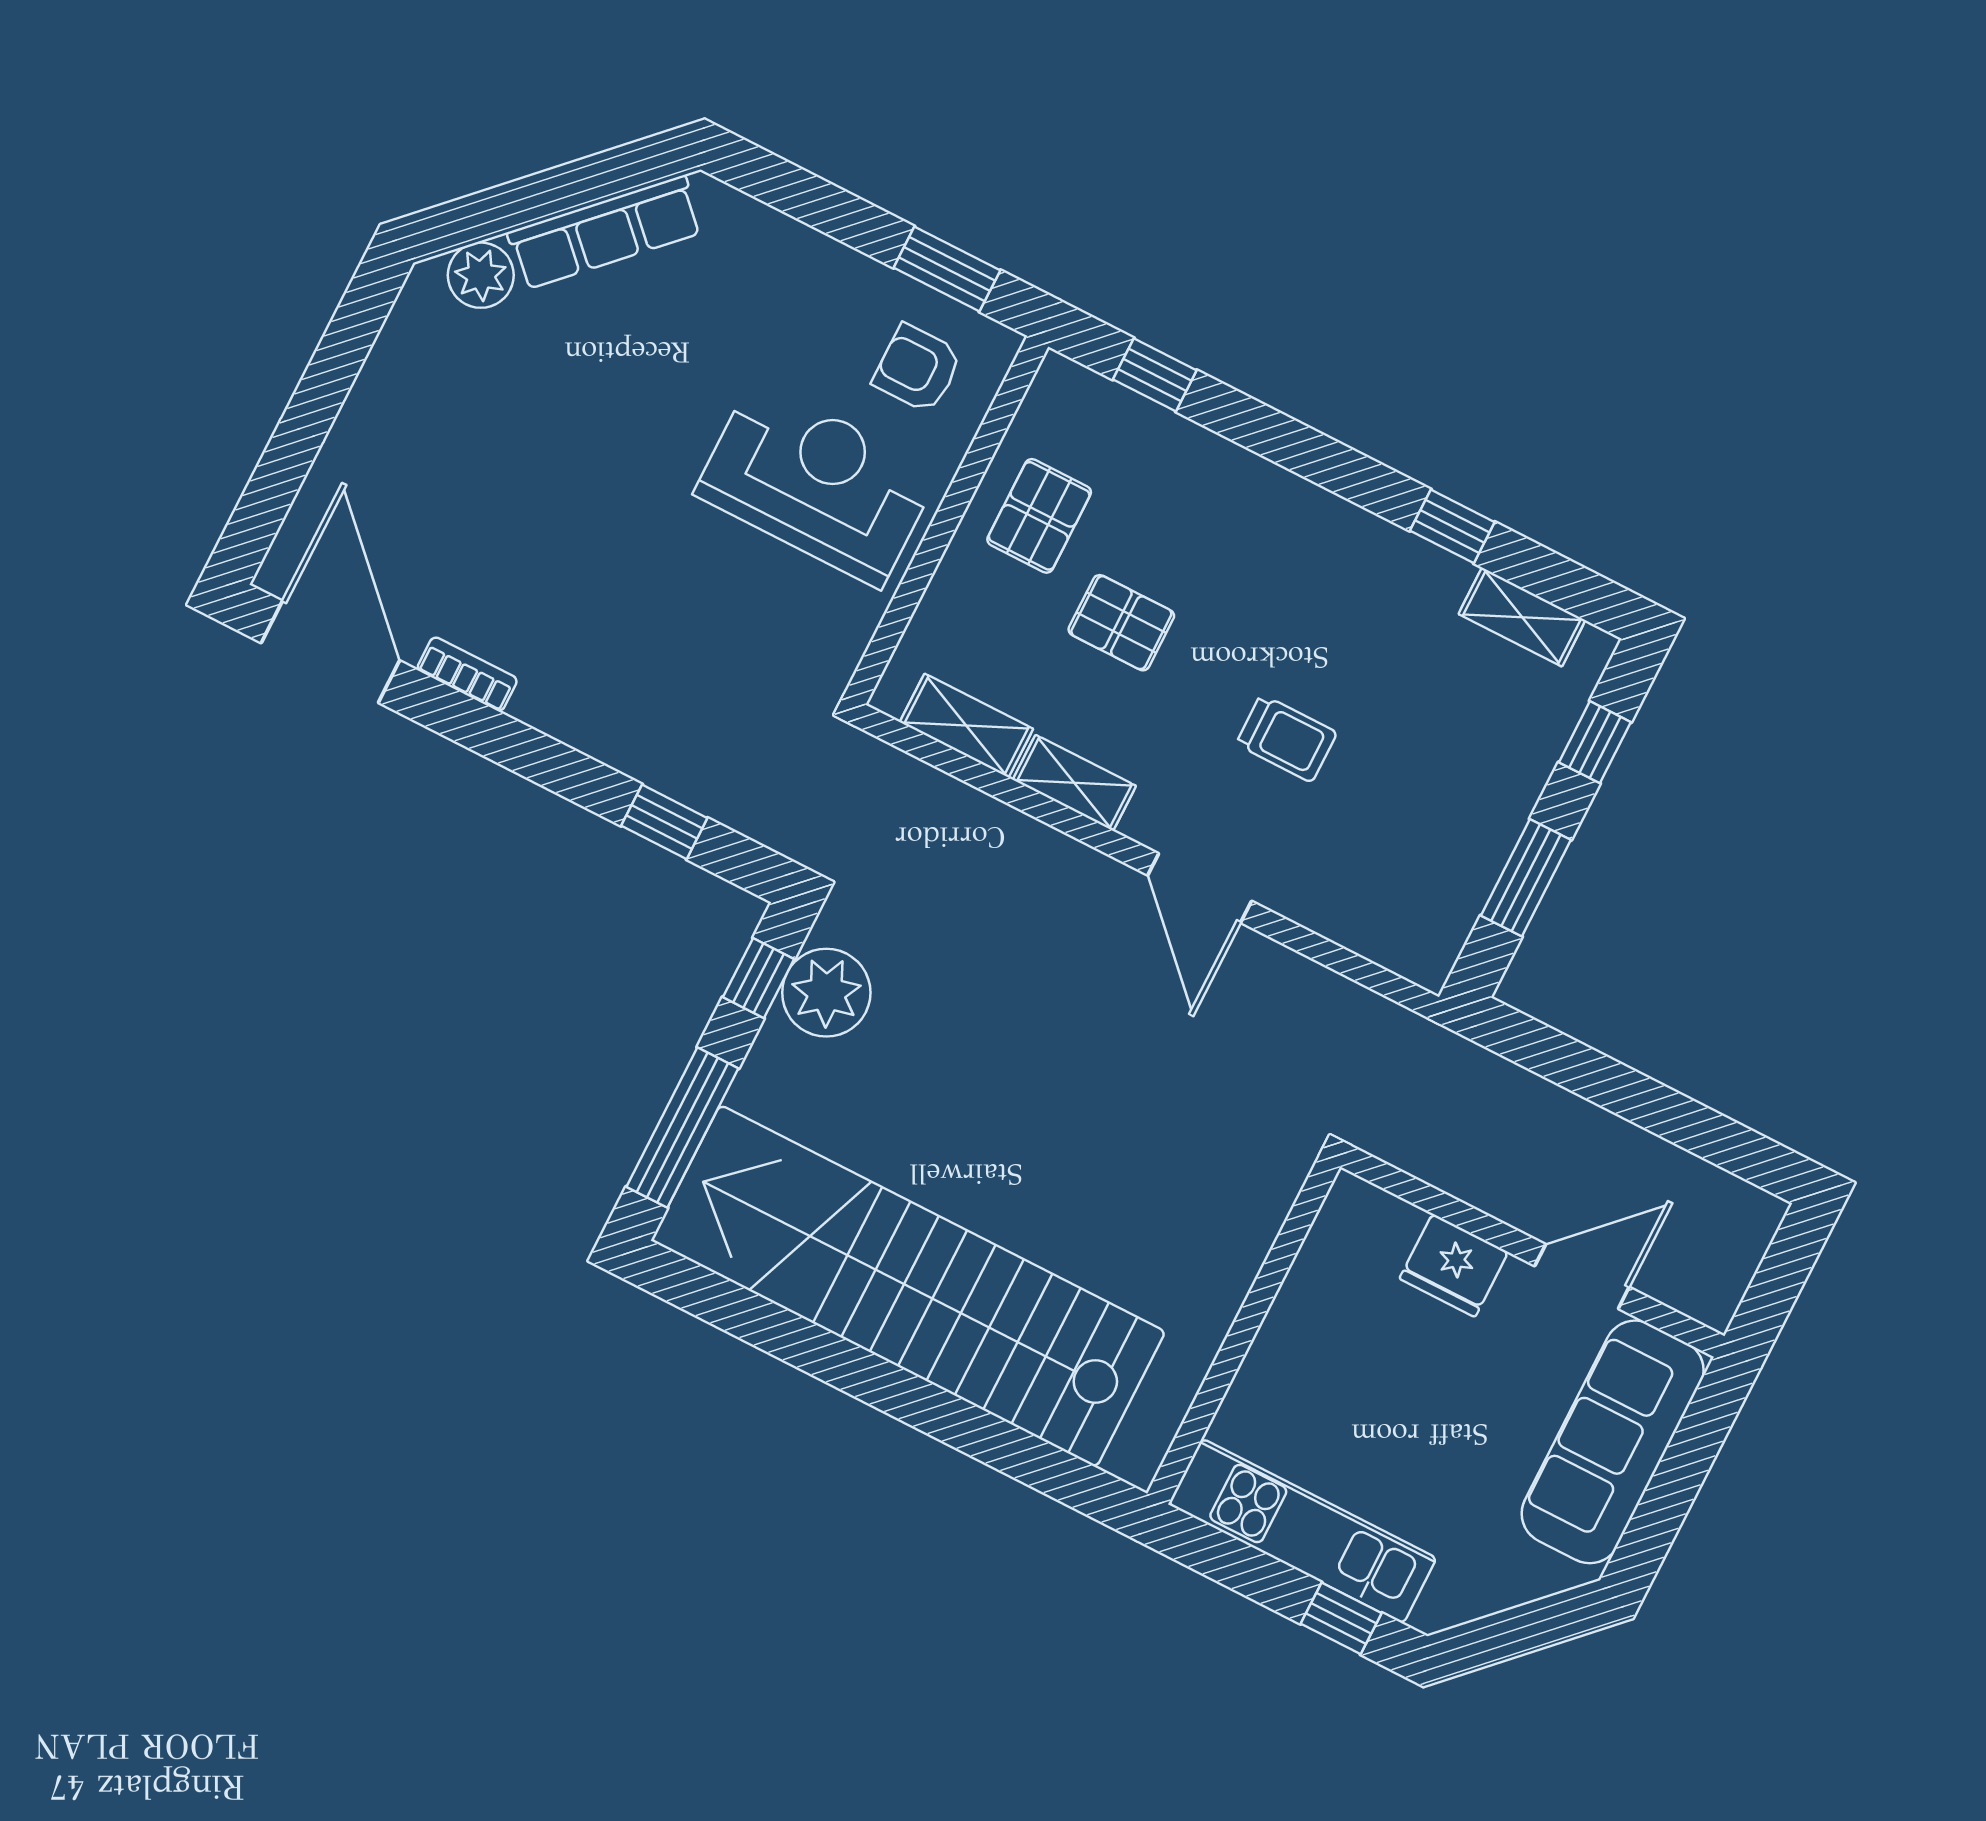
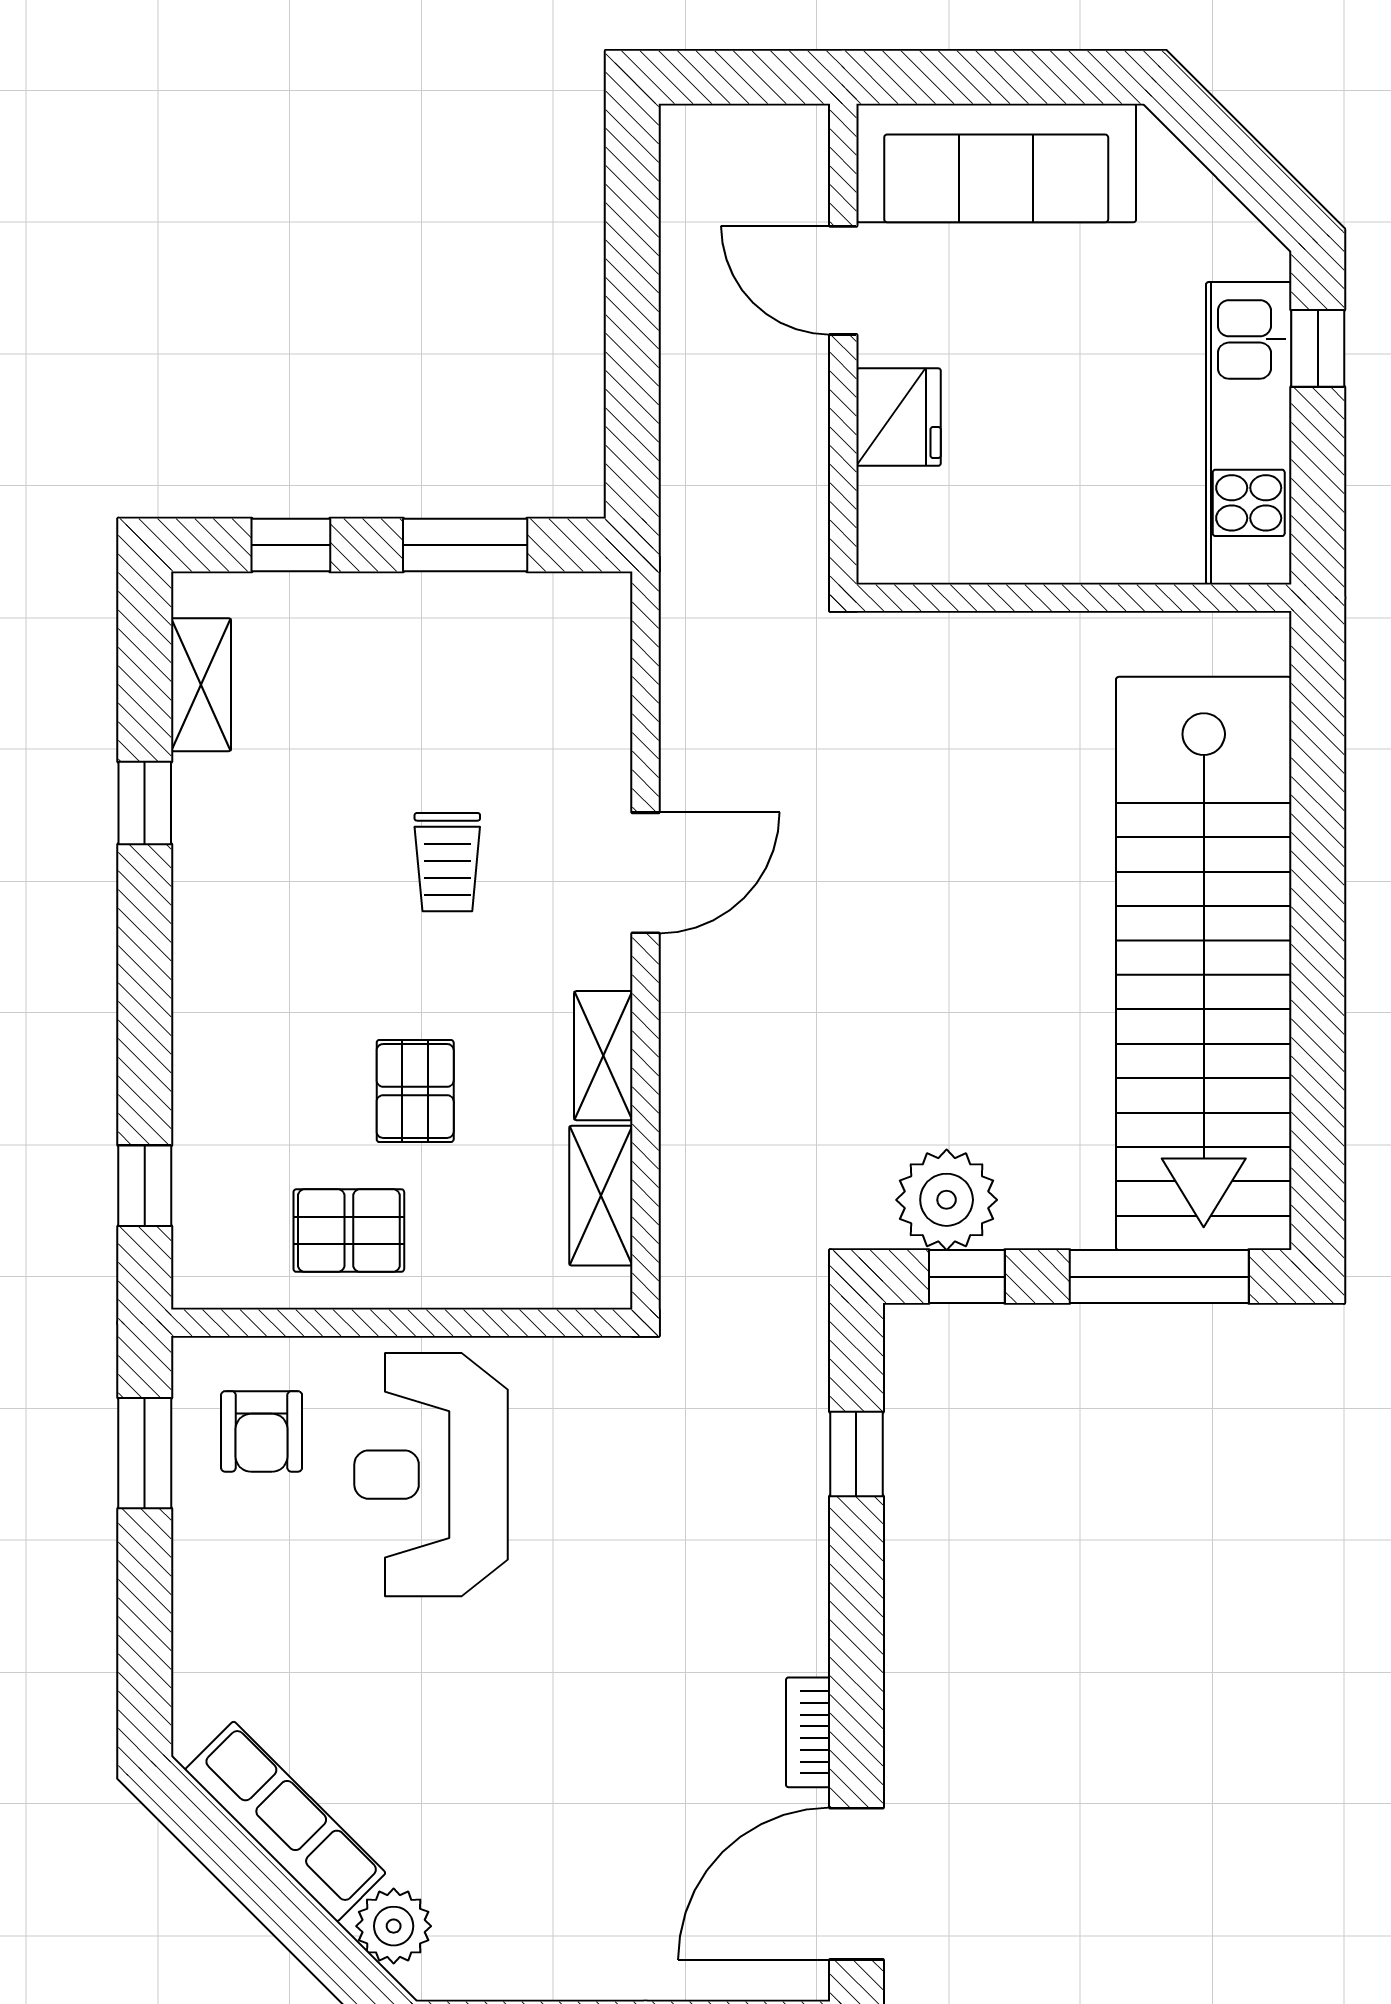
trolley: (1286, 738) -> (447, 862), turned 180

